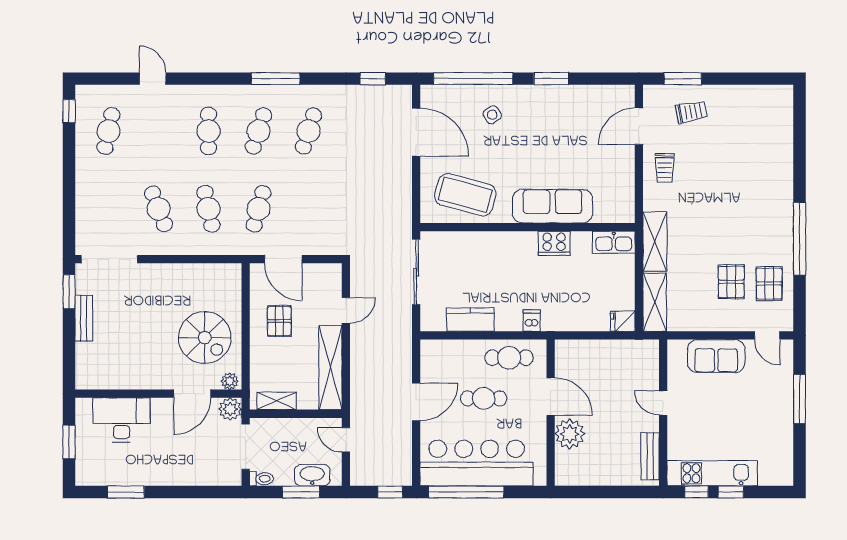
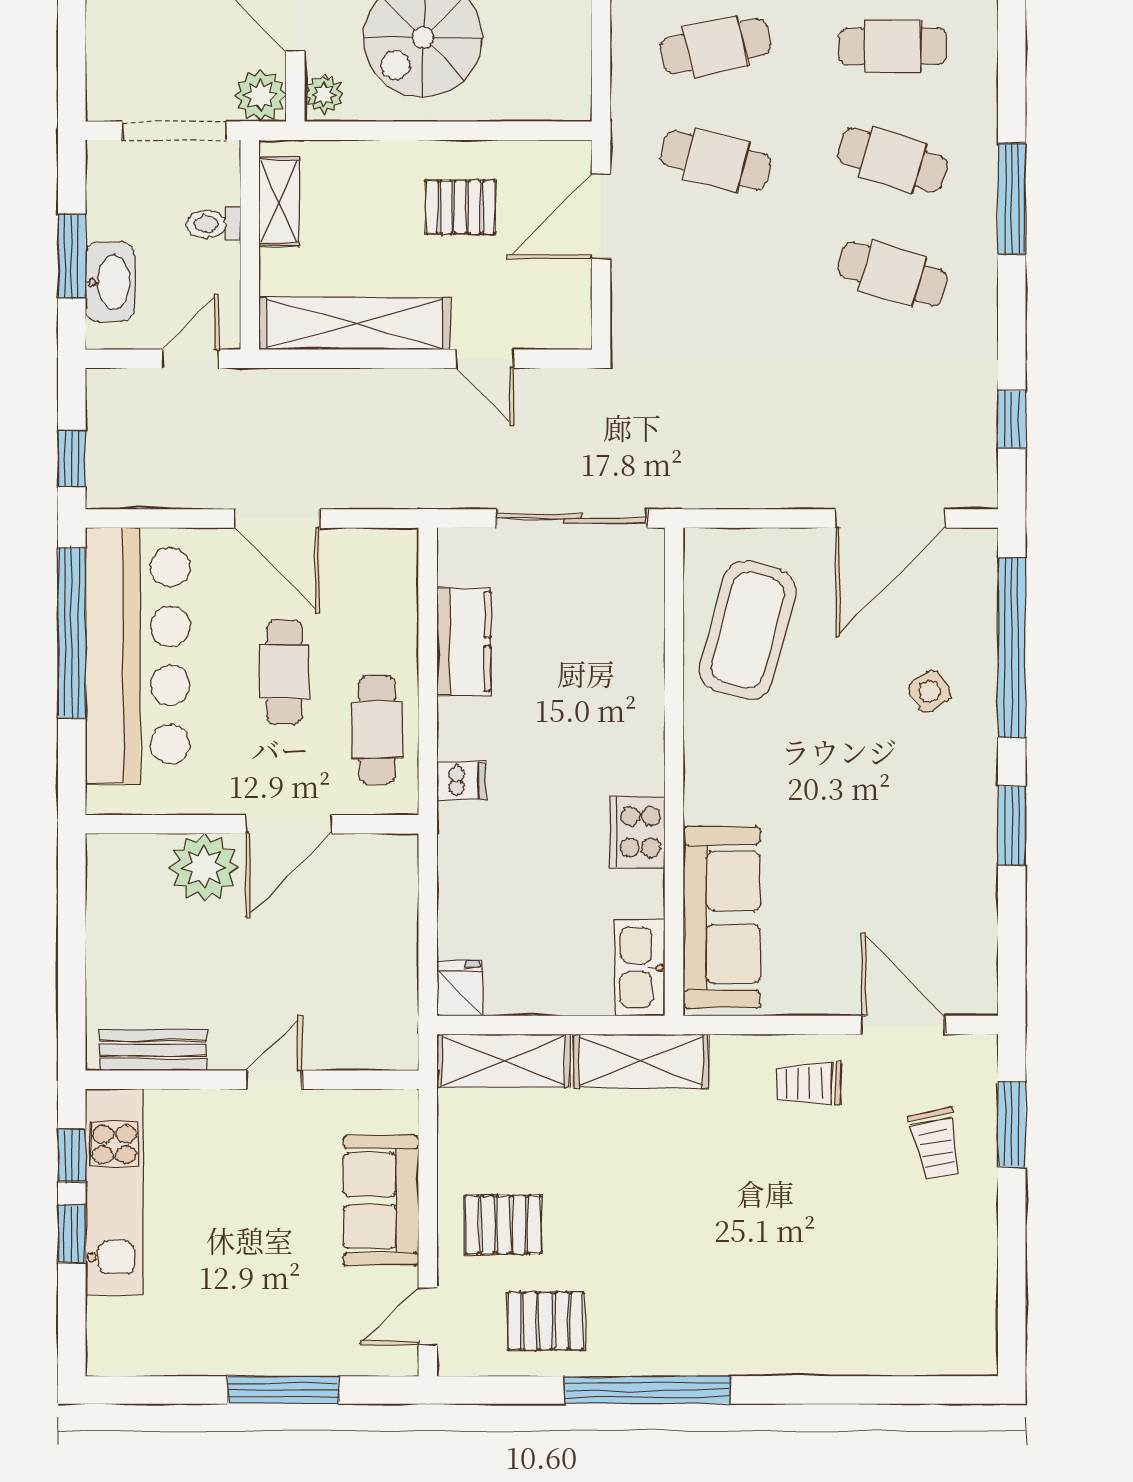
sofa: (553, 206) -> (722, 917), moved
pallet: (731, 282) -> (503, 1225), moved
toilet: (262, 479) -> (214, 224), moved, turned 90

